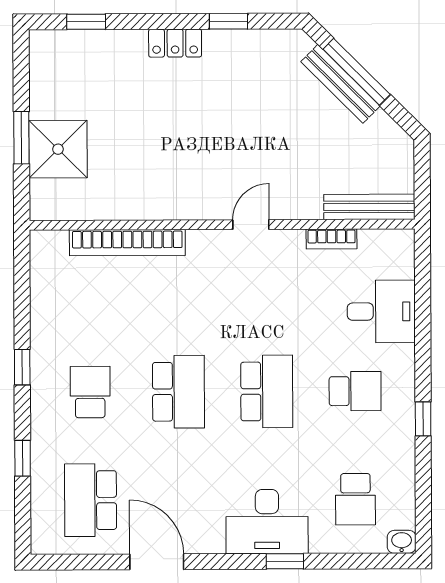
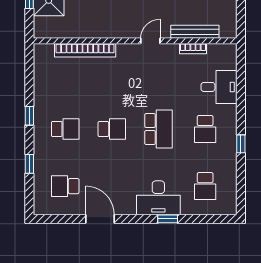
bench: (369, 207) -> (195, 32), moved
school desk: (355, 391) -> (205, 129), turned 90
school desk: (90, 392) -> (65, 129), turned 90
school desk: (178, 392) -> (112, 129), width x0.54
school desk: (91, 500) -> (65, 186), width x0.54
washbasin: (402, 542) -> (229, 209), removed

